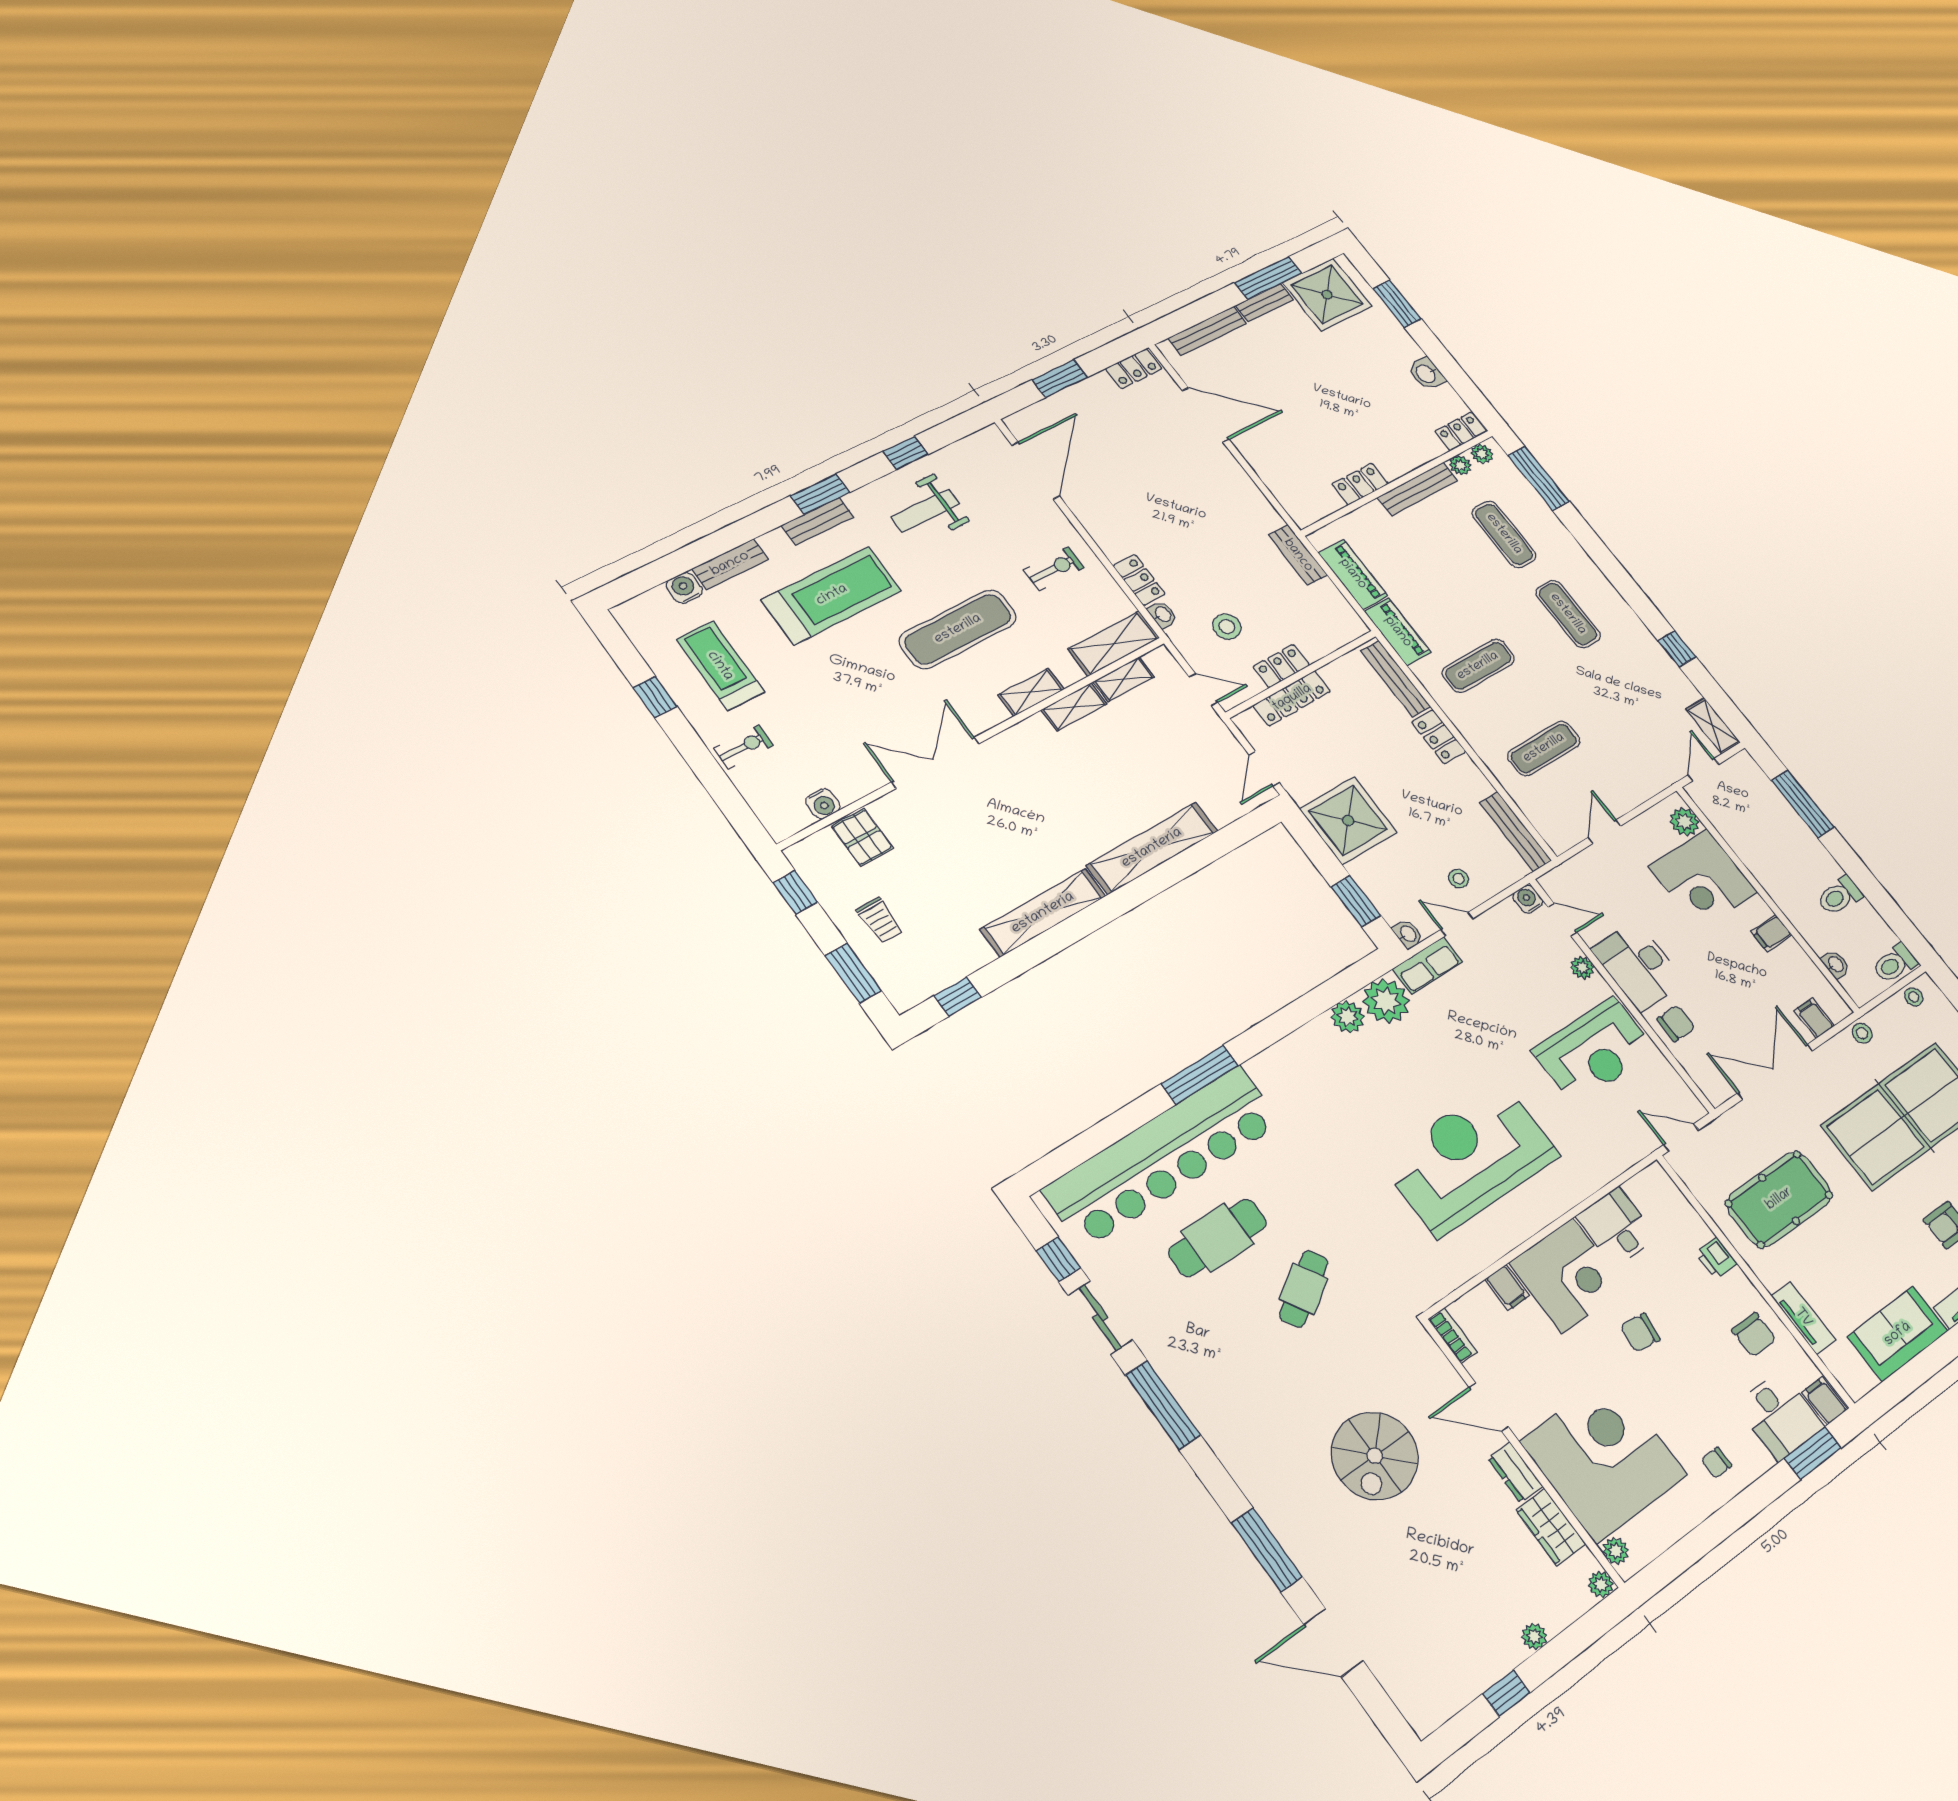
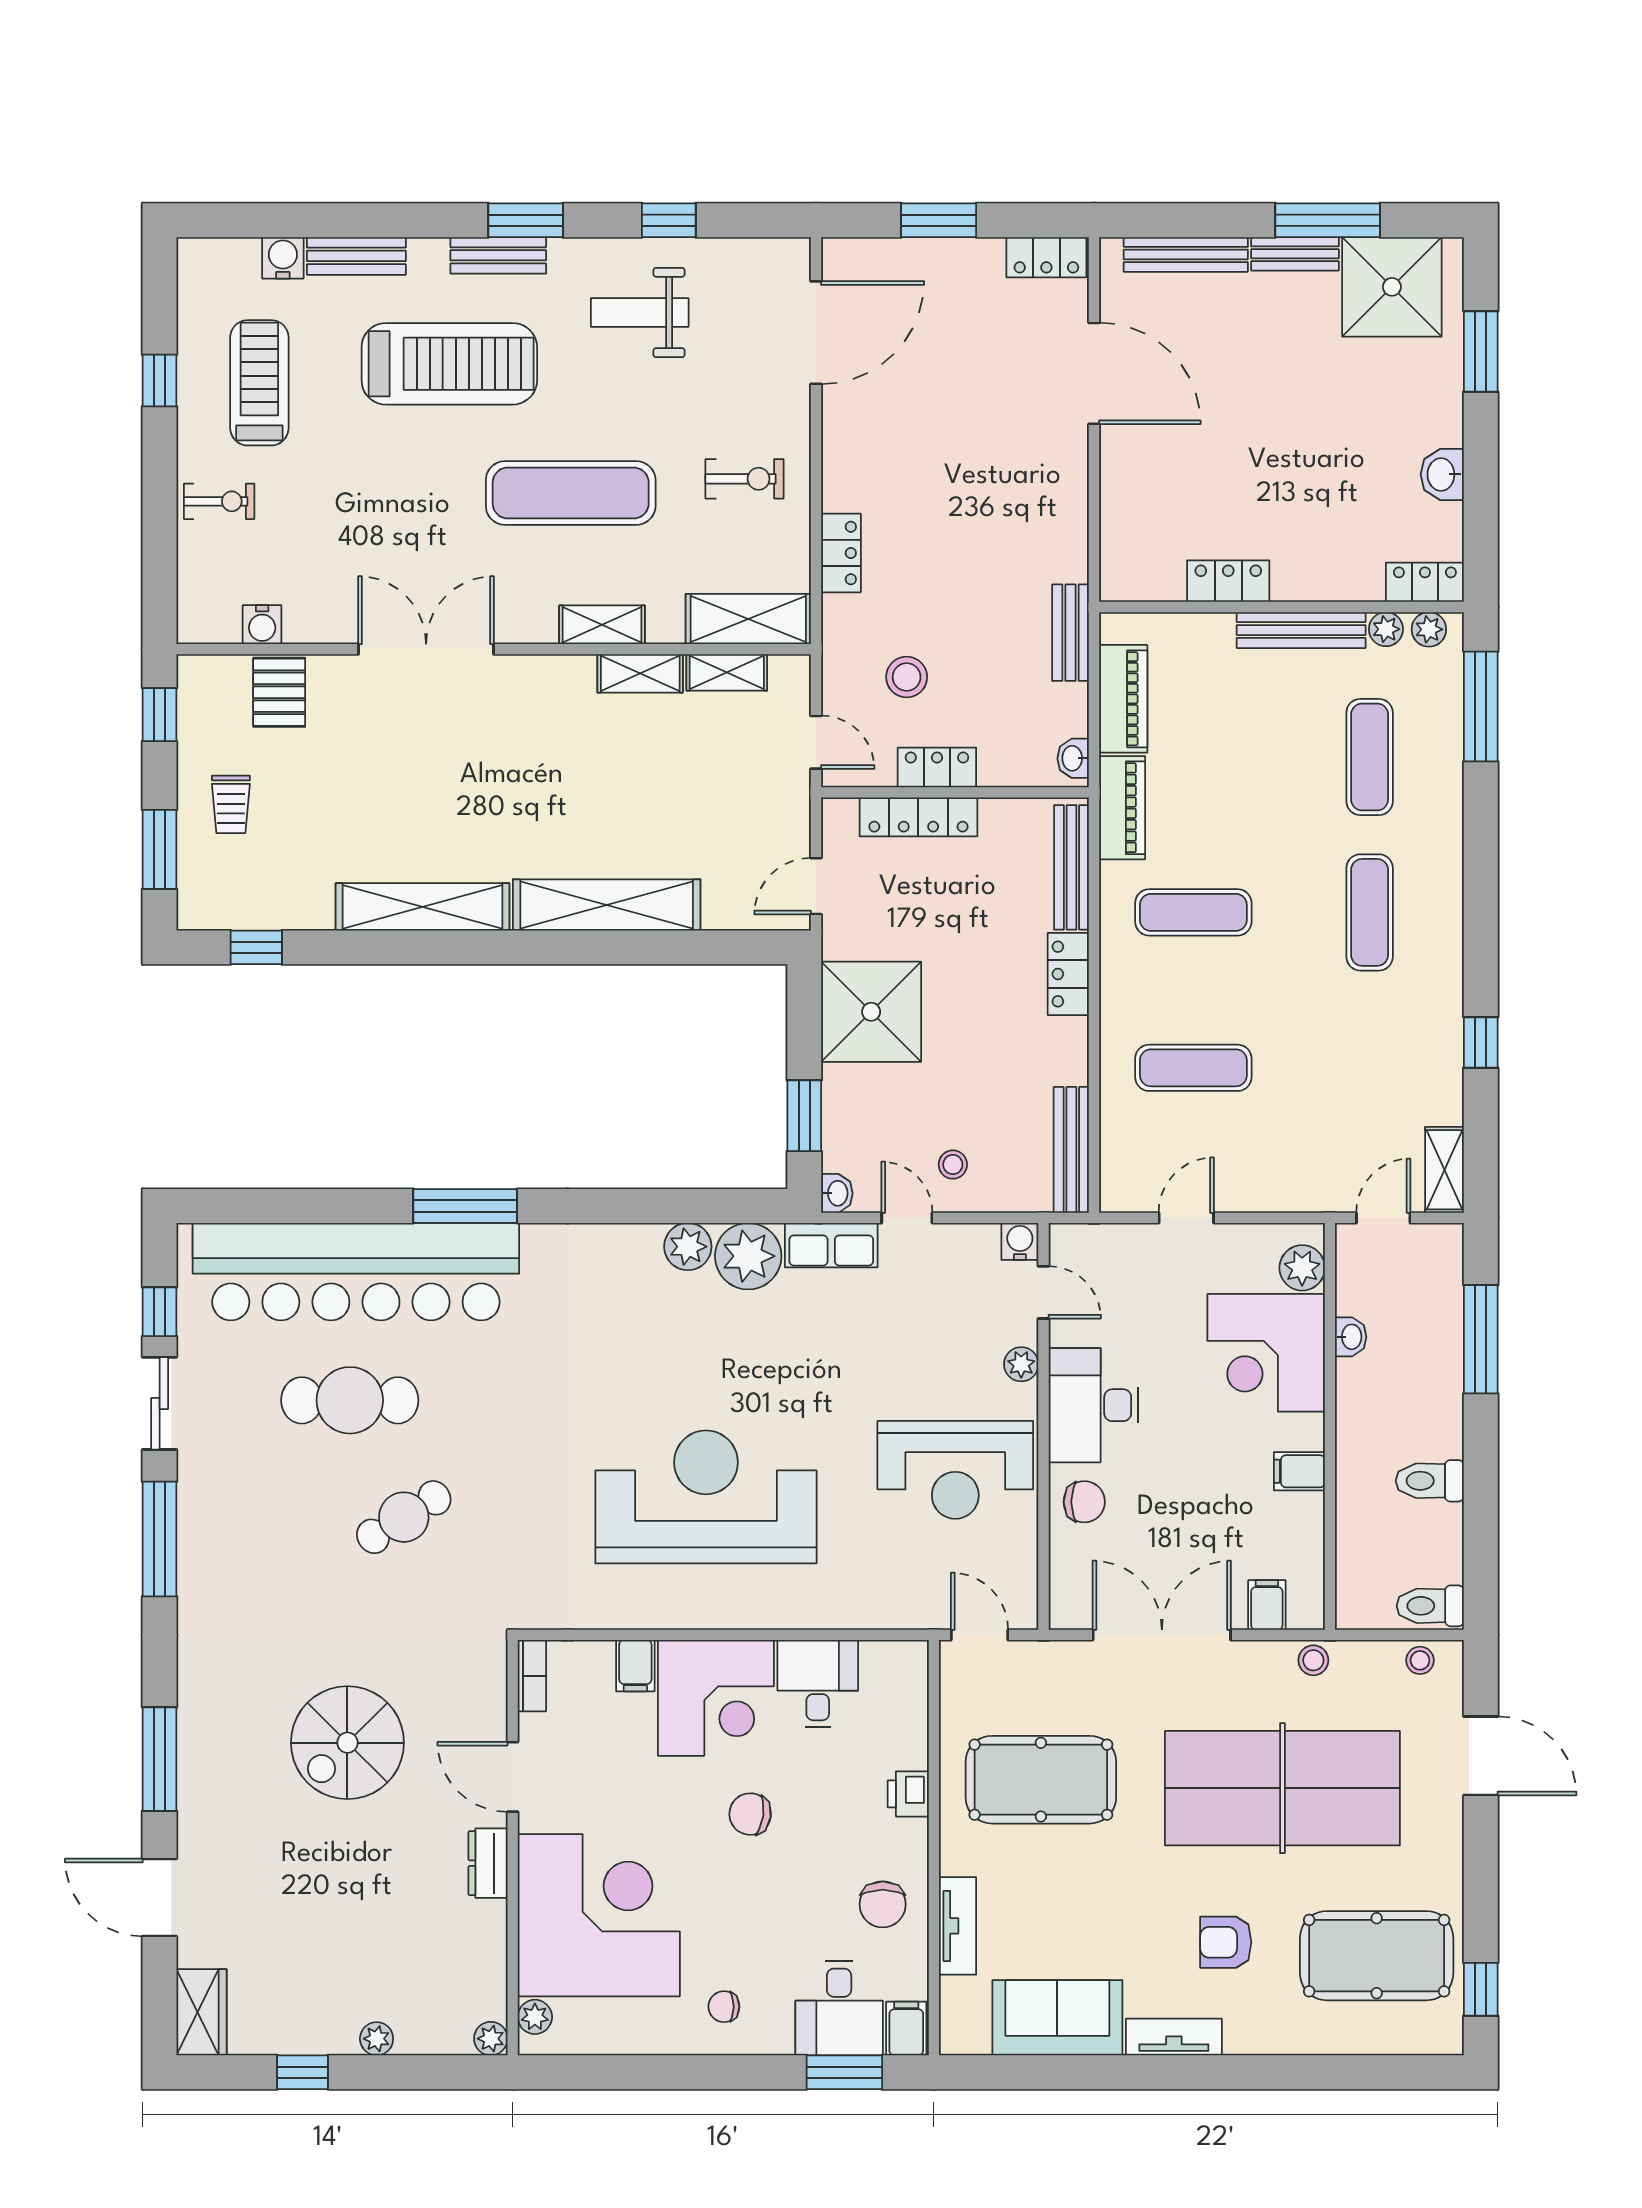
washbasin: (1163, 615) -> (1073, 758), moved, turned 180
washbasin: (1835, 964) -> (1351, 1337), moved
wardrobe: (1551, 1527) -> (201, 2012), moved, turned 180

